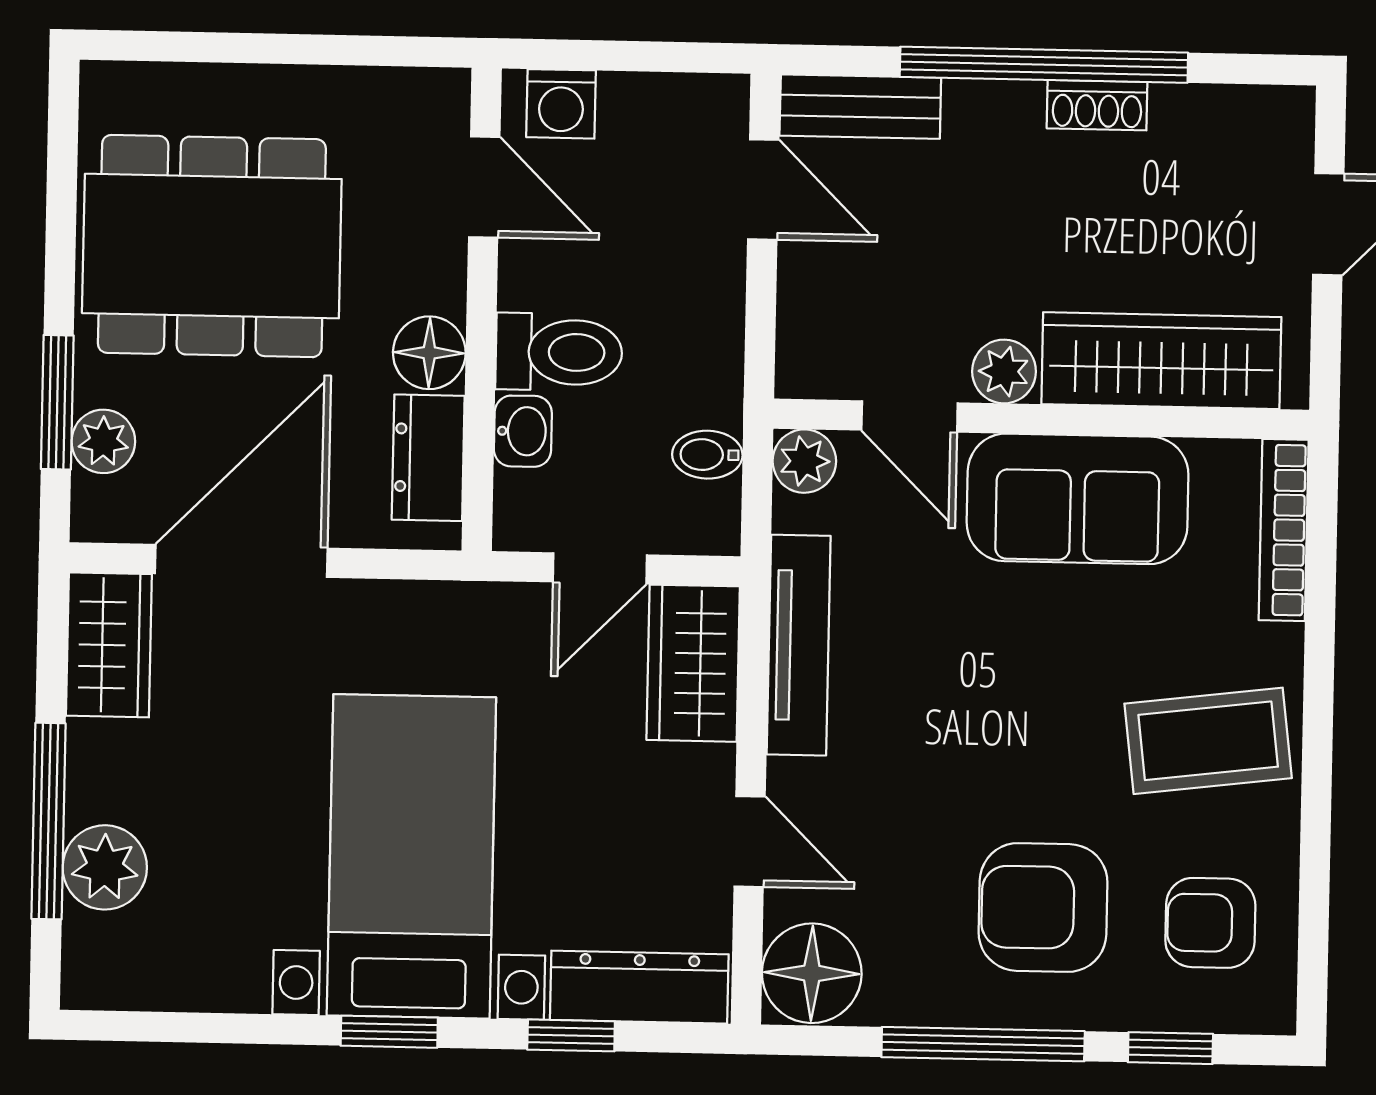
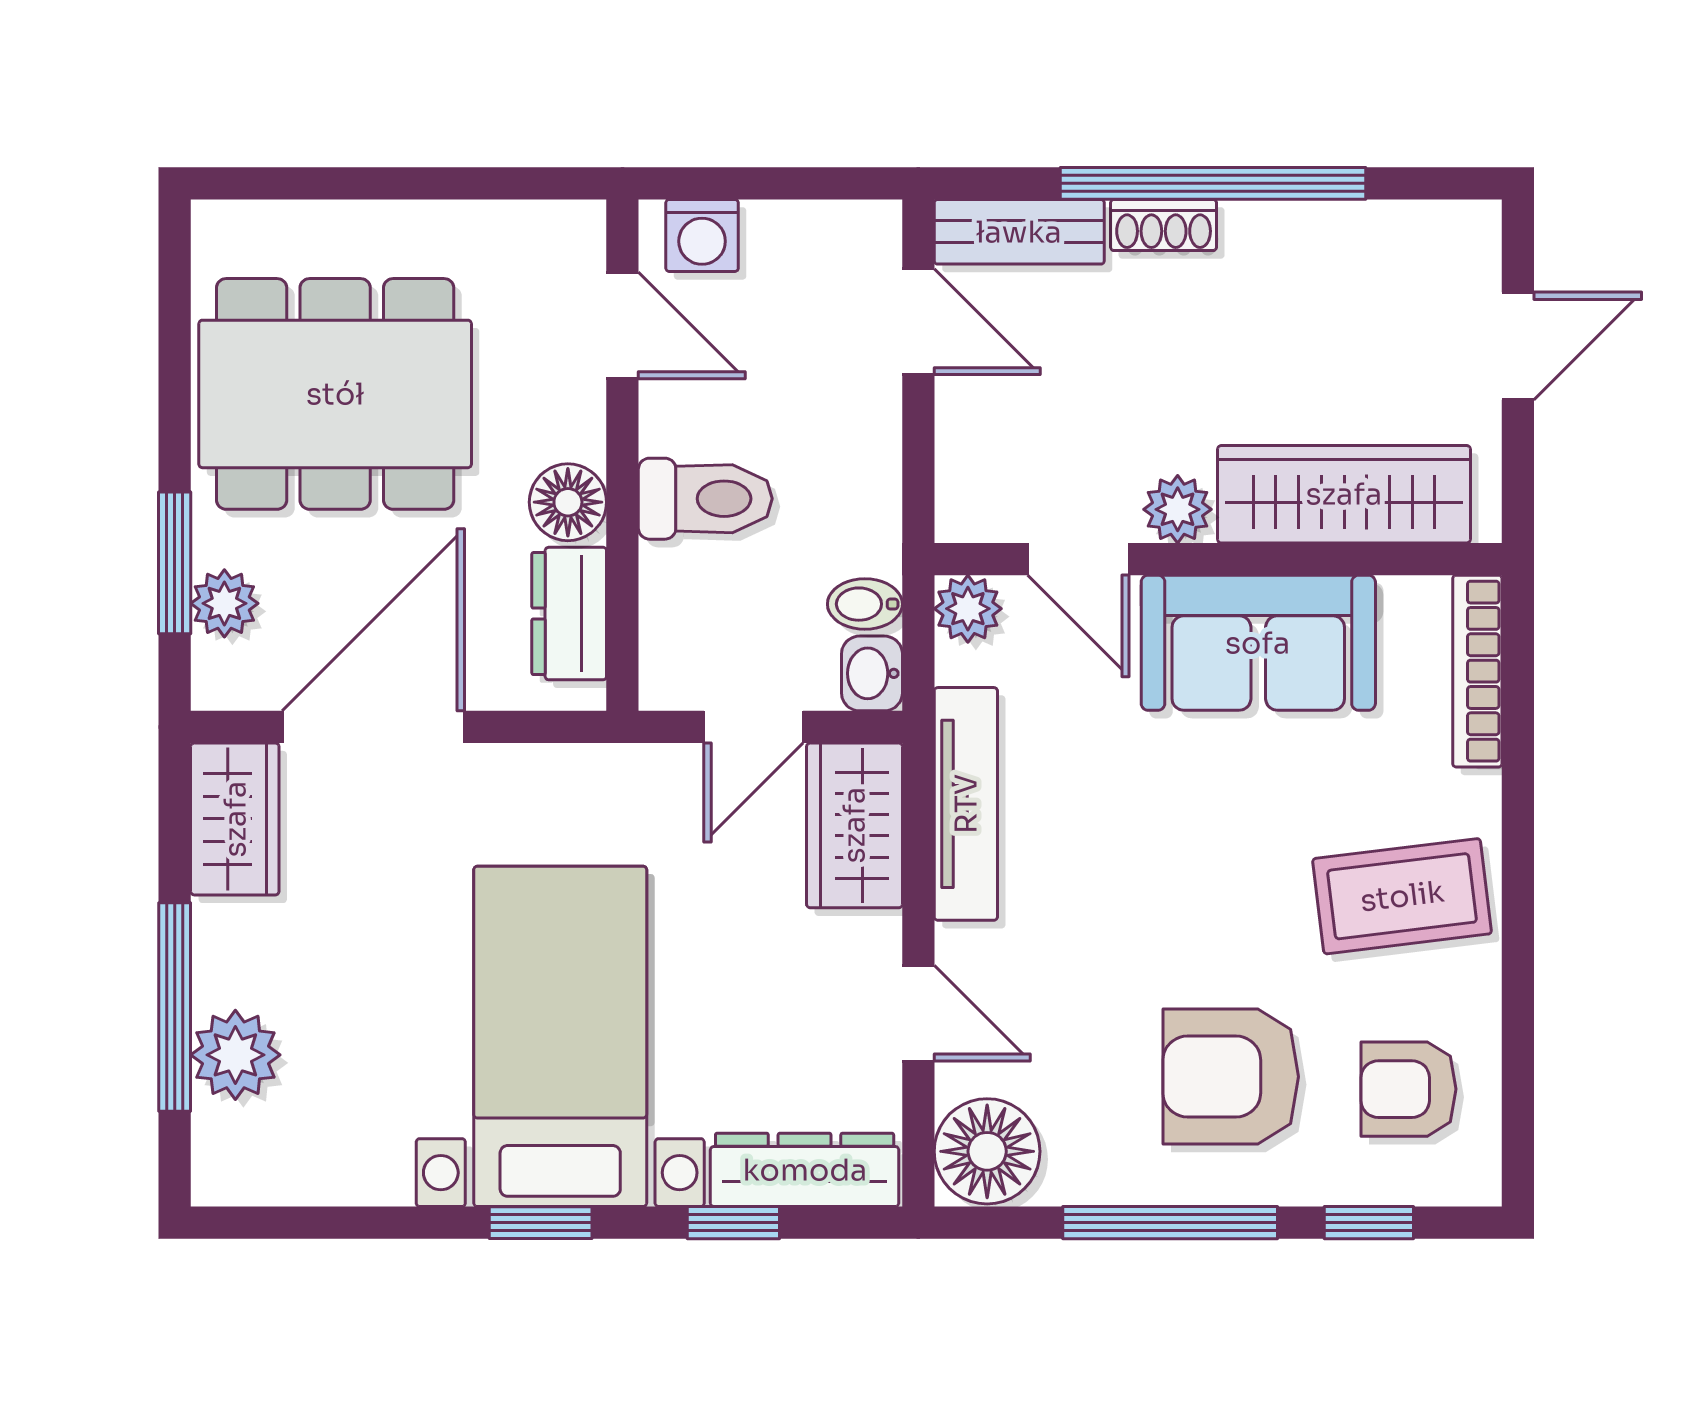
shoe rack: (1097, 105) -> (1164, 225), moved
washbasin: (523, 431) -> (872, 673), moved, turned 180

